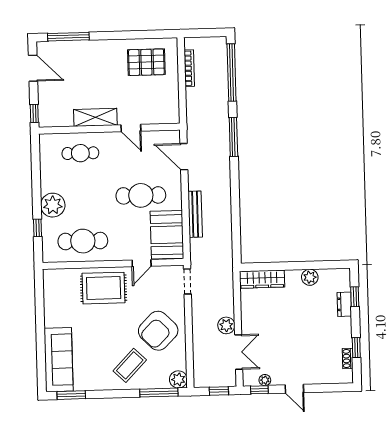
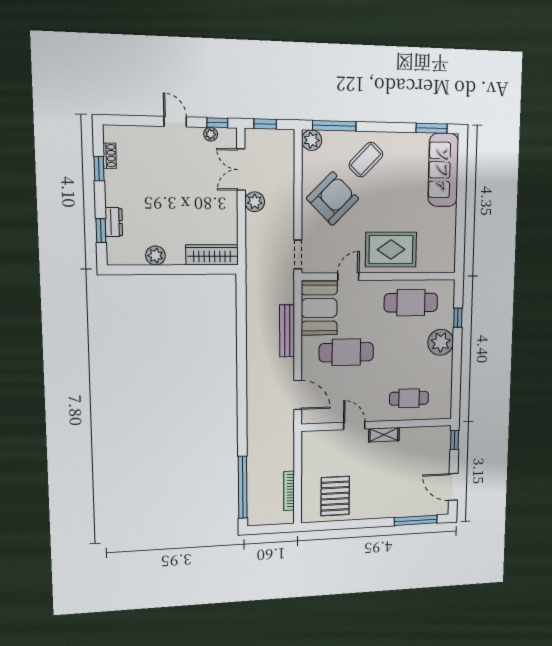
pallet: (146, 62) -> (335, 496), turned 90
shelving: (95, 117) -> (384, 435), width x0.67, depth x0.75
window: (233, 137) -> (242, 417), removed

